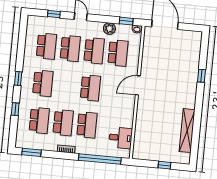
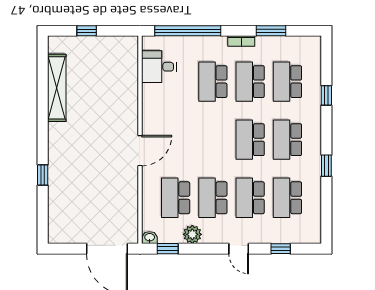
window: (18, 78) -> (326, 166), moved
school desk: (91, 88) -> (250, 140), moved
window: (32, 152) -> (271, 31), moved

